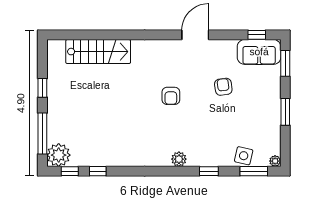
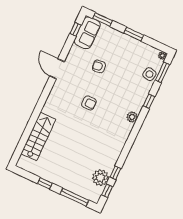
plant: (59, 155) -> (100, 178), moved

